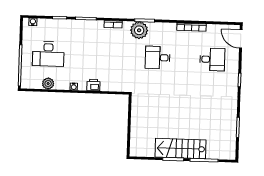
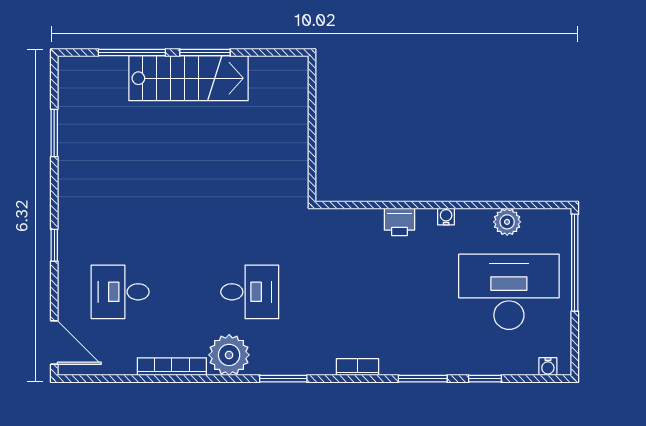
plant: (139, 30) -> (229, 355), moved
desk: (48, 54) -> (509, 292), width x1.36, depth x1.30

